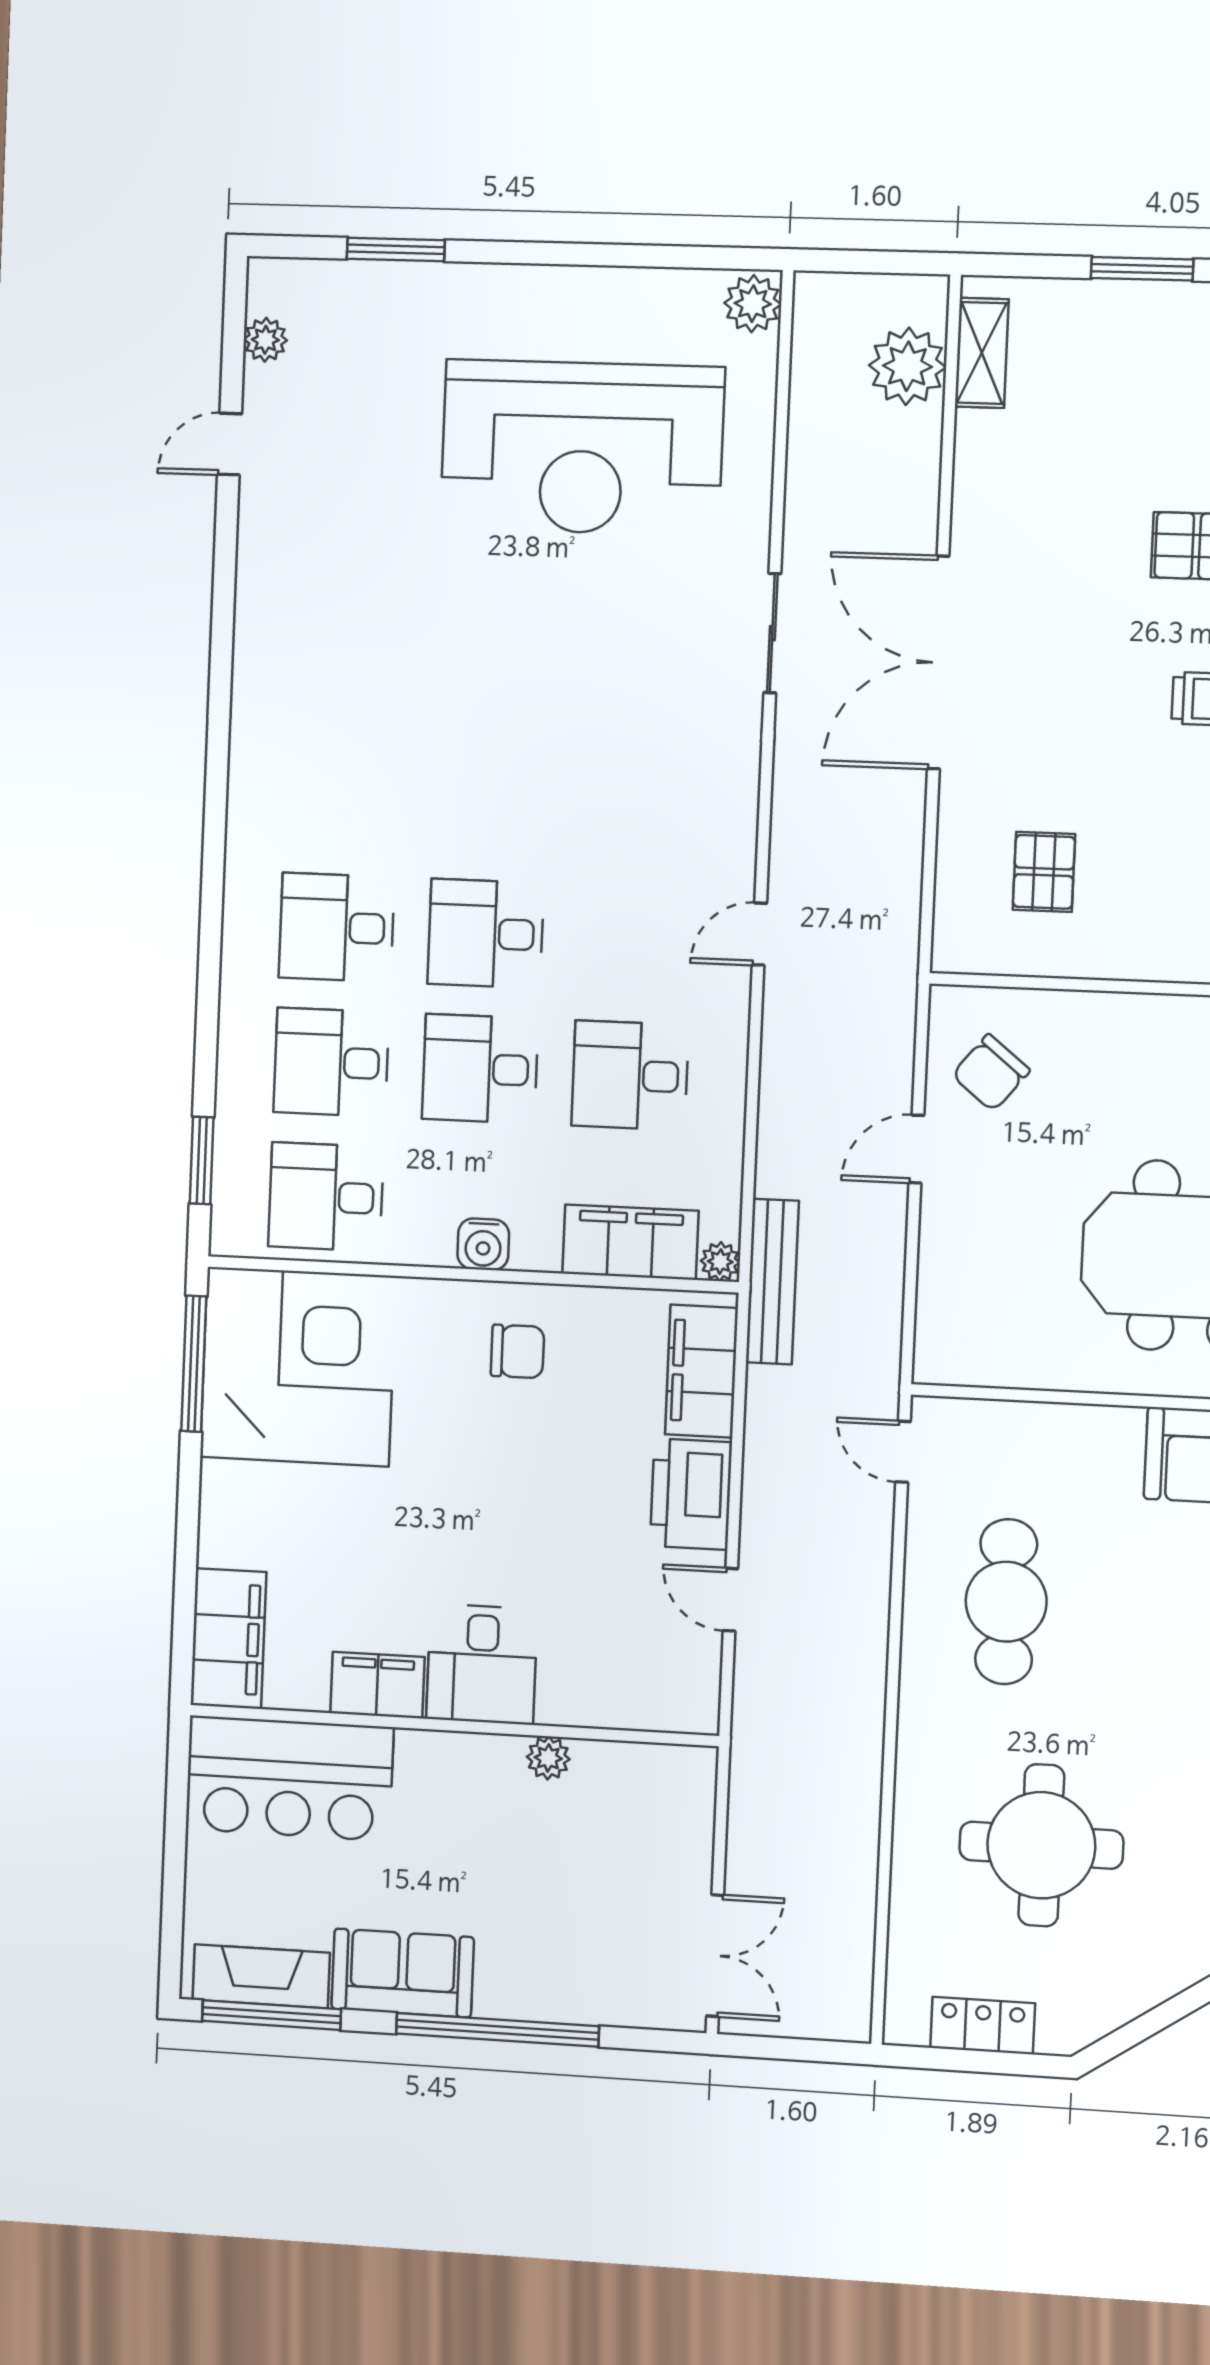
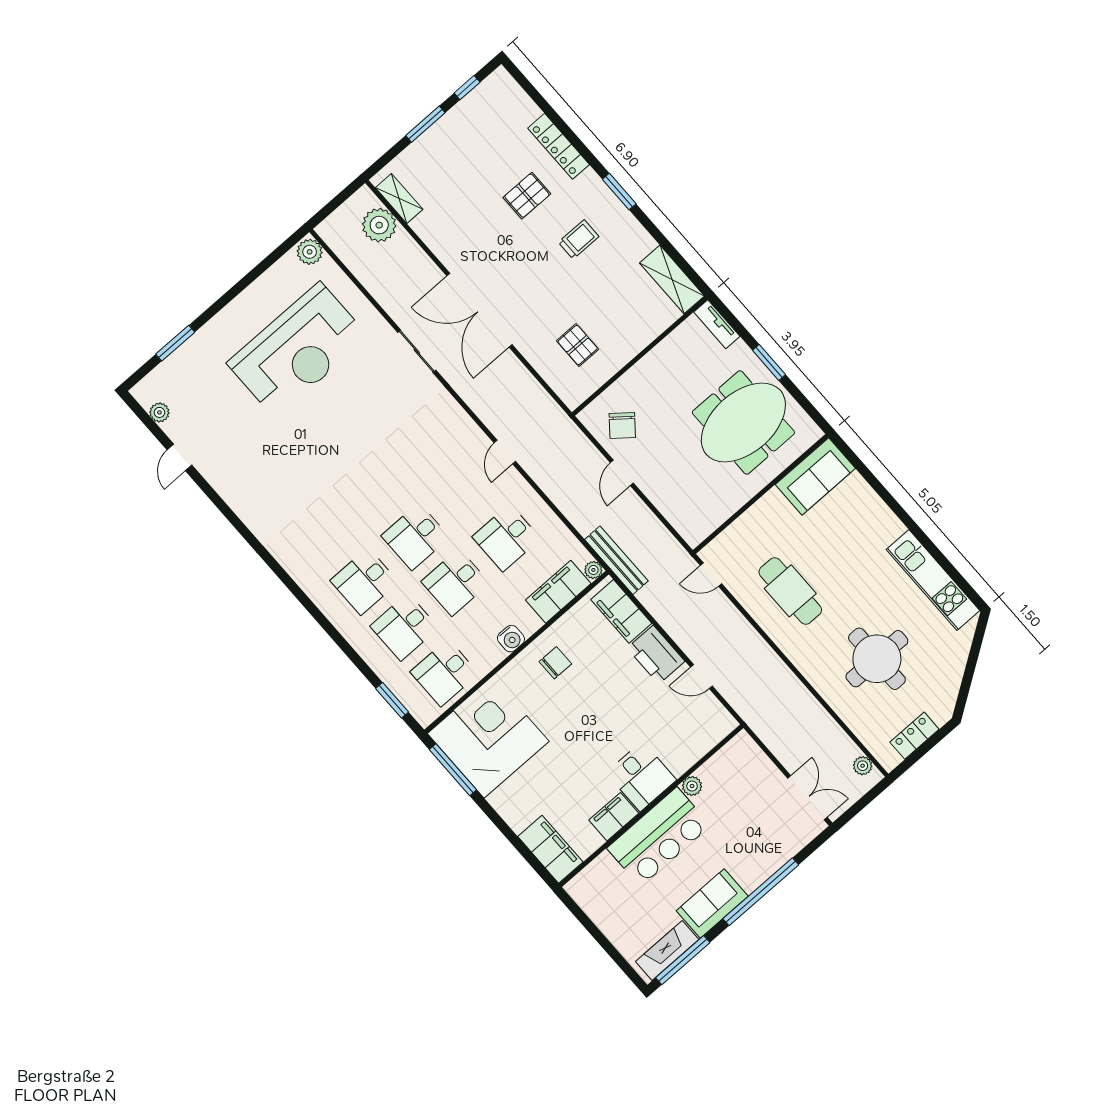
bar counter: (290, 1778) -> (659, 837), moved
plant: (853, 1992) -> (863, 766), added

